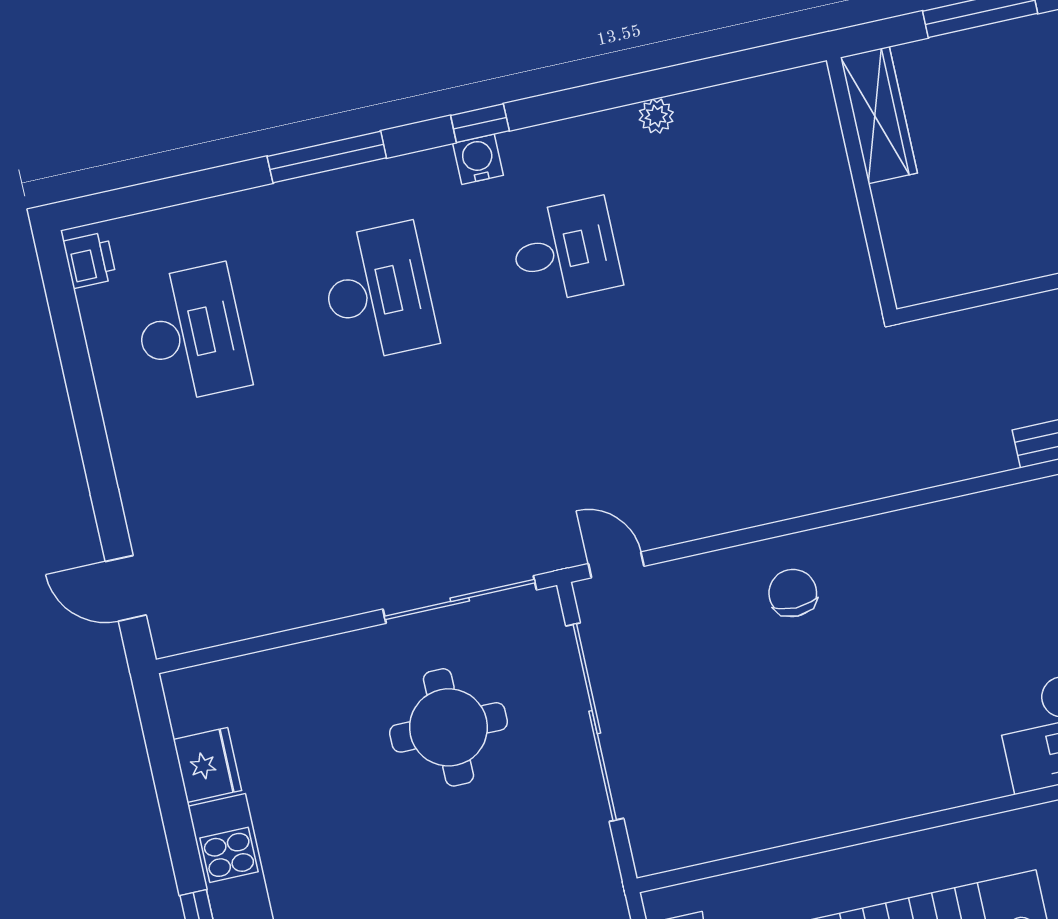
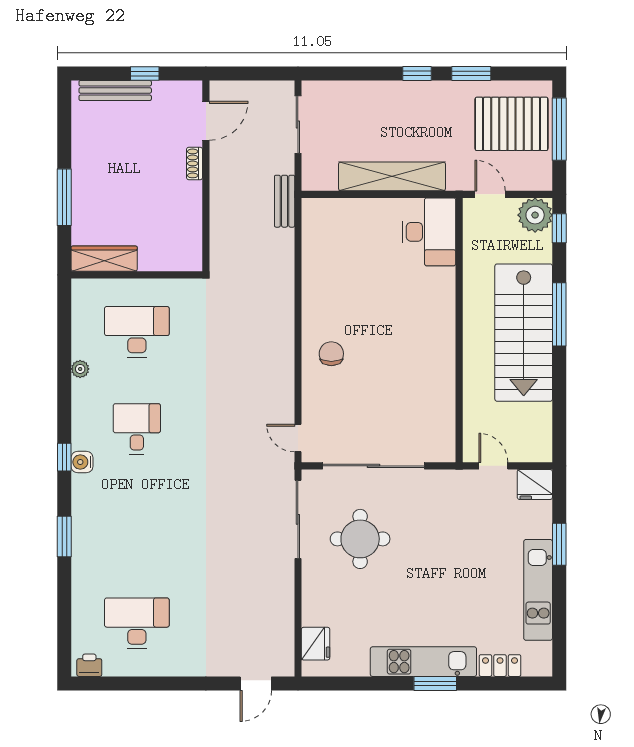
window: (327, 157) -> (64, 537), width x0.69
desk: (378, 292) -> (137, 332), moved
door: (616, 565) -> (298, 438), hinge flipped
chair: (793, 593) -> (331, 354), turned 90
fridge: (207, 765) -> (316, 644), moved, turned 90

